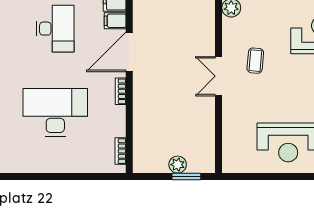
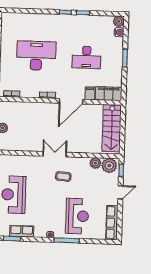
door: (129, 52) -> (71, 101), swing flipped
desk: (55, 112) -> (36, 56), turned -90

